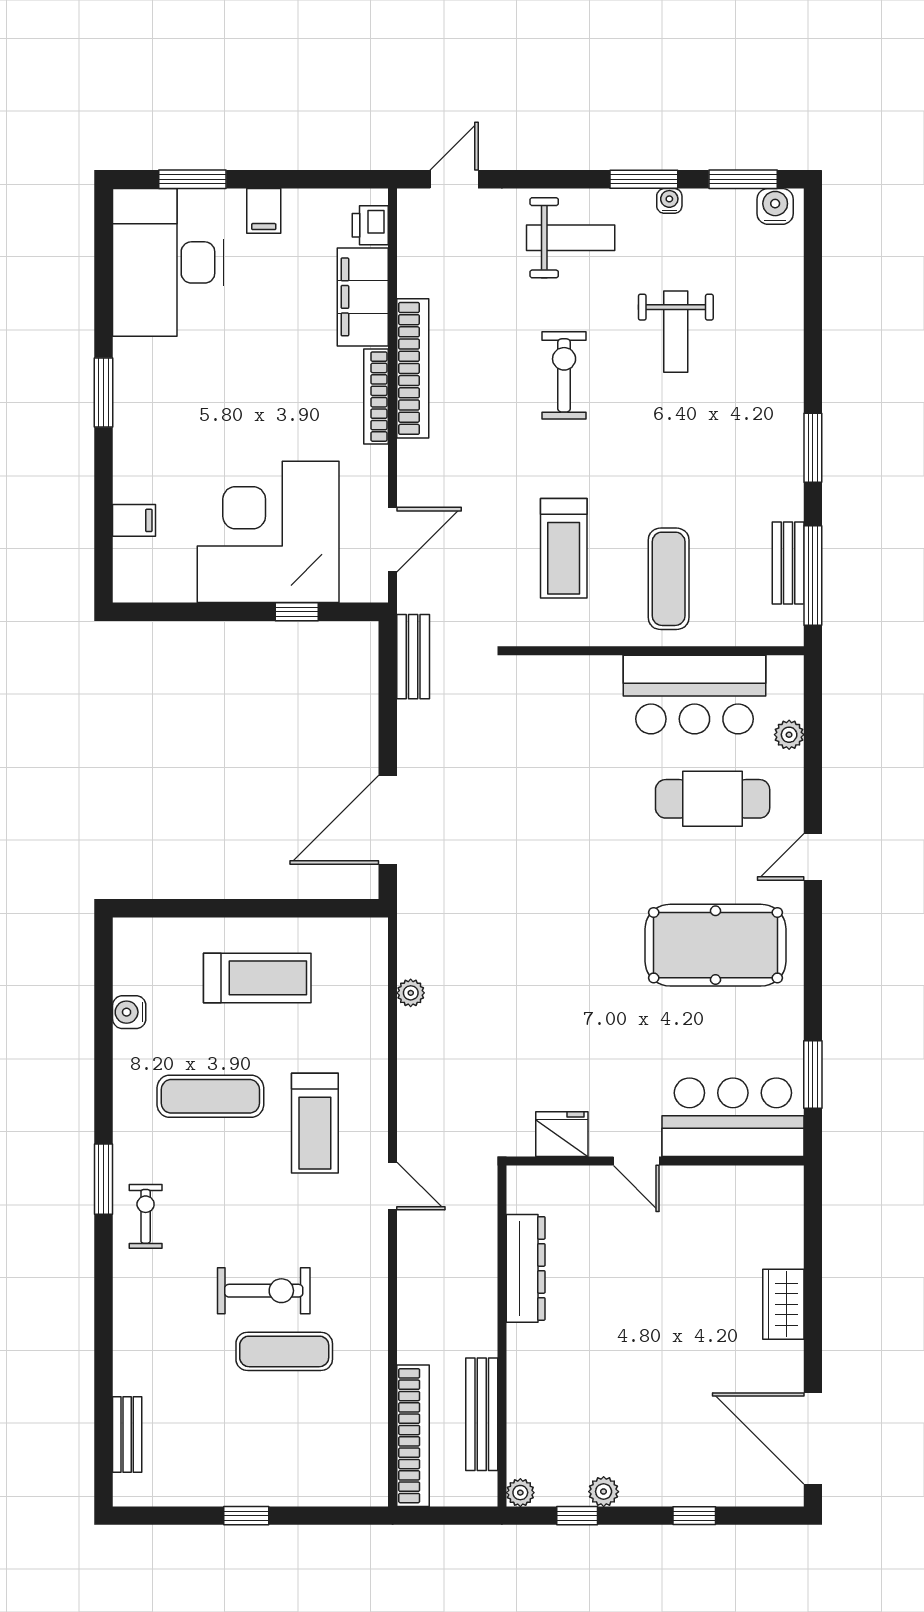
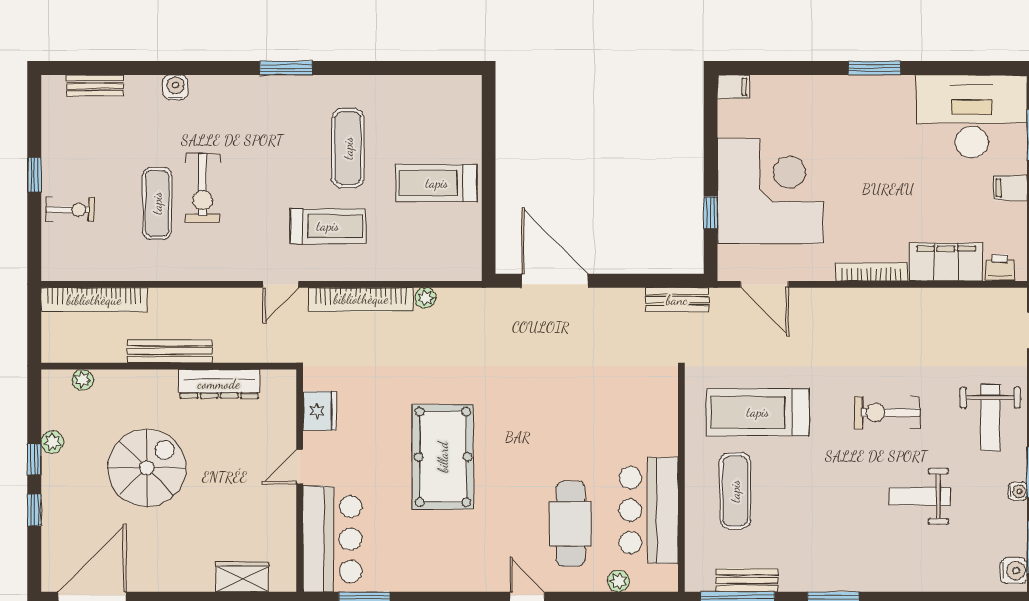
bookcase: (413, 368) -> (361, 299), moved
exercise bike: (564, 375) -> (887, 413), turned 180
filing cabinet: (134, 520) -> (733, 87), moved, turned -90
treadmill: (564, 548) -> (758, 412), width x1.37, depth x1.38
exercise mat: (669, 579) -> (735, 491), turned 90
pool table: (716, 945) -> (443, 457), moved
treadmill: (257, 978) -> (437, 183), turned 90
water cooler: (129, 1012) -> (175, 87), moved
treadmill: (315, 1123) -> (328, 226), turned 180
exercise bike: (146, 1216) -> (70, 210), moved
wardrobe: (783, 1304) -> (242, 577), moved
spiral stairs: (638, 1365) -> (147, 468), added
bench: (482, 1414) -> (170, 351), moved
plant: (520, 1493) -> (83, 380), moved
window: (577, 1516) -> (34, 459), moved

